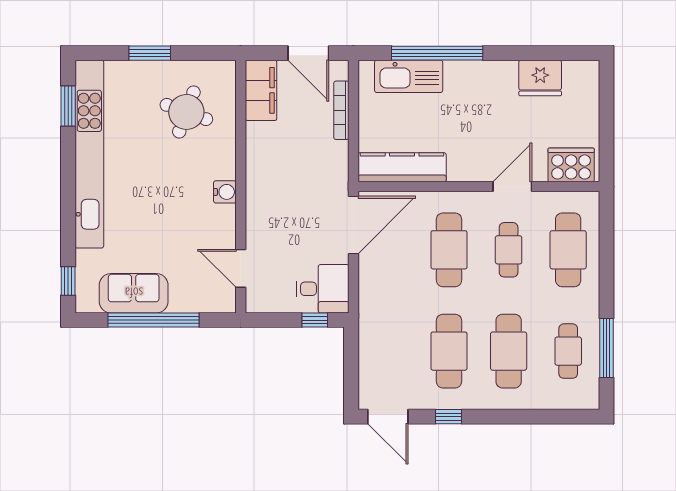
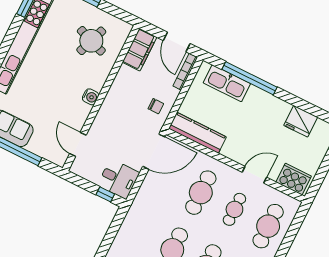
bookcase: (341, 110) -> (185, 72), moved
chair: (324, 159) -> (156, 106), added

